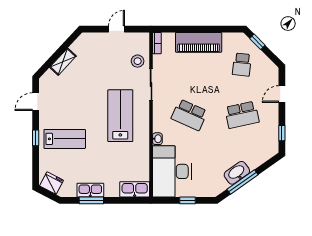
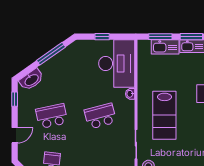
school desk: (189, 115) -> (100, 116), turned -39
washbasin: (237, 173) -> (31, 80), moved
kitchen sink: (135, 189) -> (165, 47), moved
window: (125, 200) -> (160, 37), added

